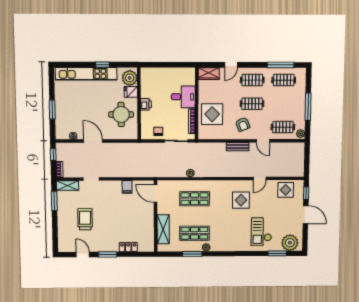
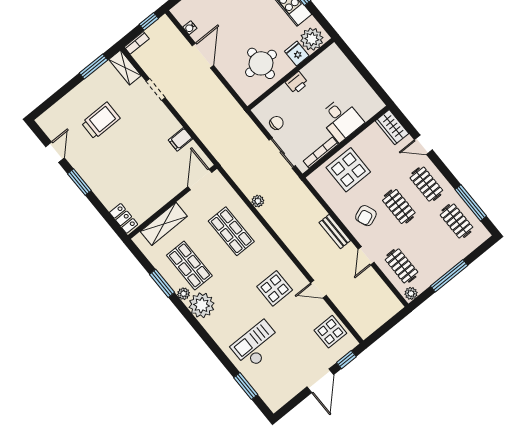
plant: (290, 243) -> (202, 305), moved
locker: (128, 247) -> (124, 218), moved

